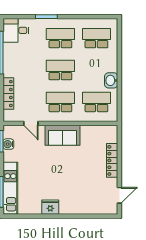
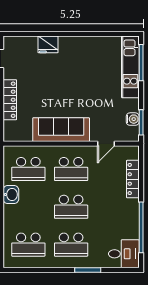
door: (31, 123) -> (106, 144), swing flipped
sofa: (63, 135) -> (61, 130), width x1.36
fridge: (50, 207) -> (48, 44), moved

